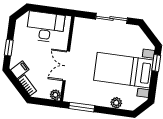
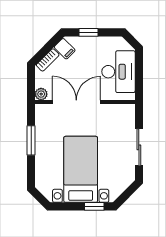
double door: (66, 66) -> (76, 102), width x1.37
plant: (116, 103) -> (42, 166), removed
window: (82, 107) -> (31, 140), moved

